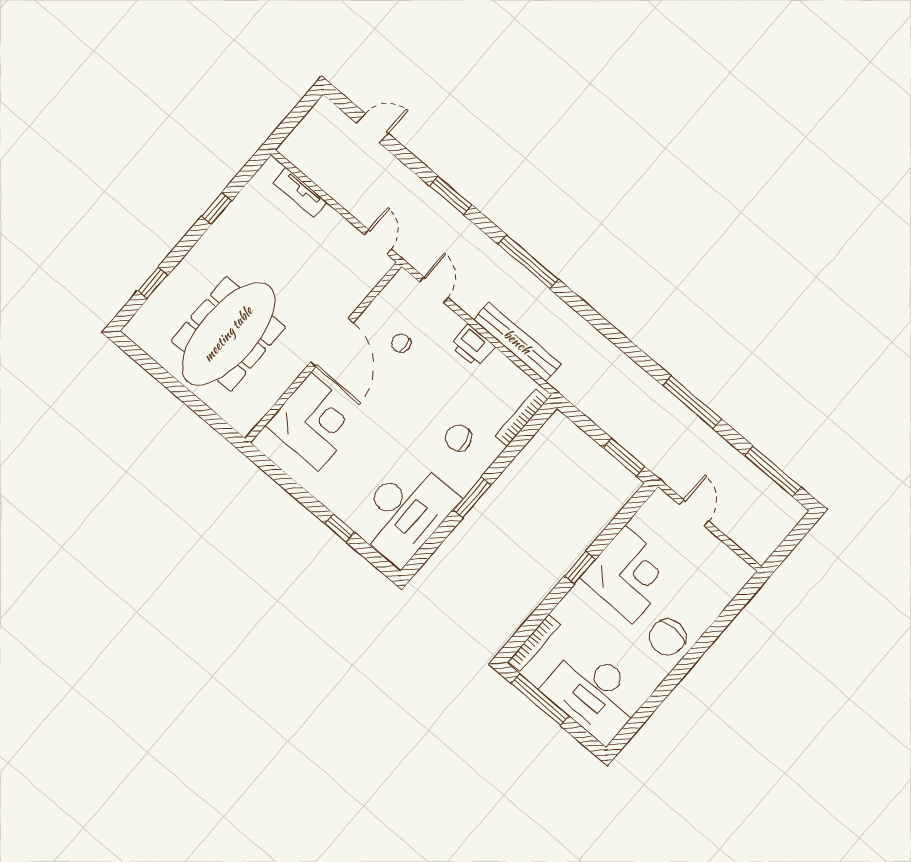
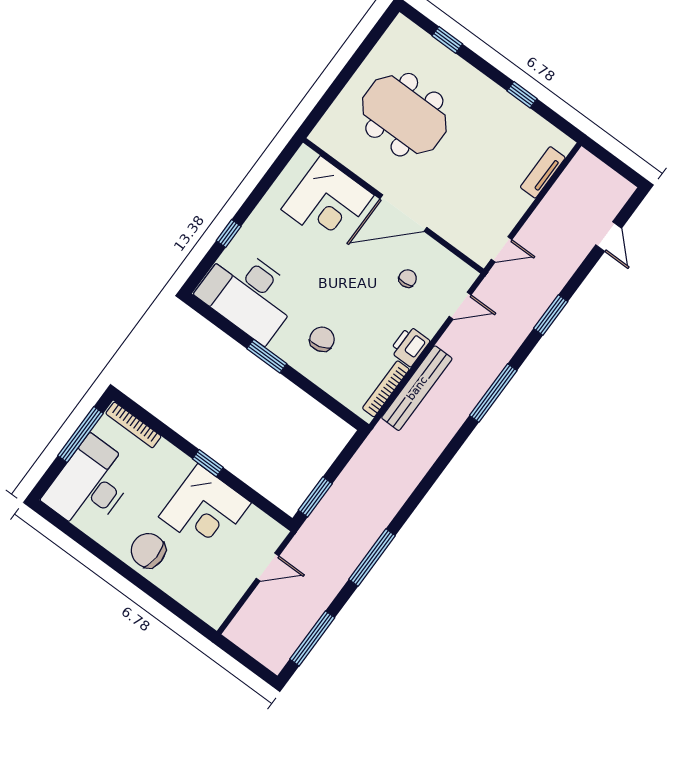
meeting table: (228, 334) -> (404, 115), width x0.73
bookcase: (521, 418) -> (386, 389), moved, turned -90

